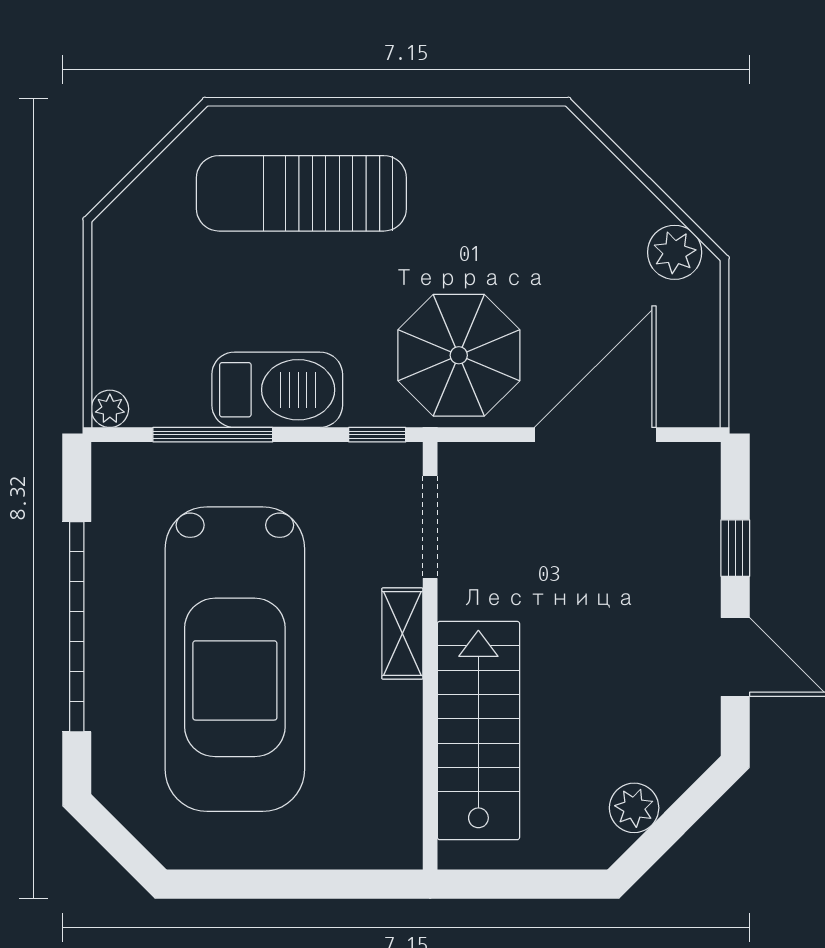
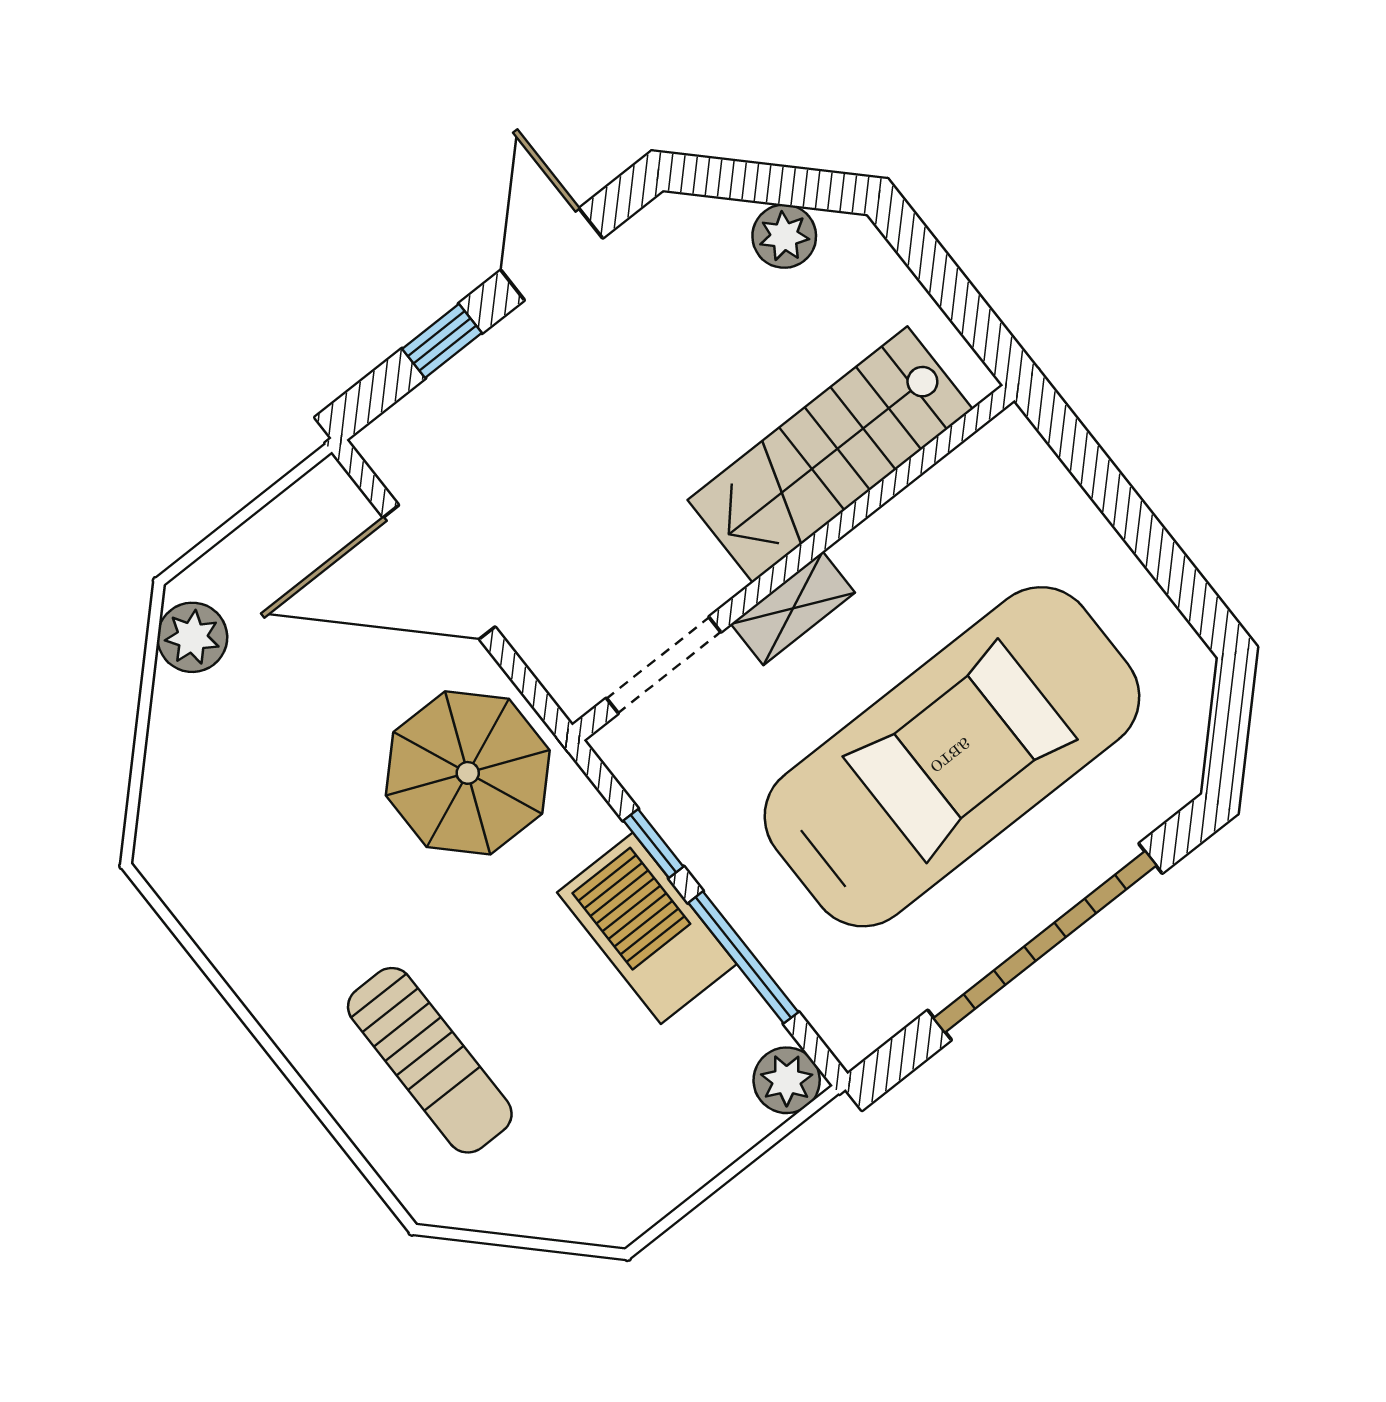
sun lounger: (301, 193) -> (430, 1060), width x0.73, depth x0.75
plant: (110, 409) -> (787, 1080), width x1.38, depth x1.38
window: (377, 435) -> (653, 844), moved

